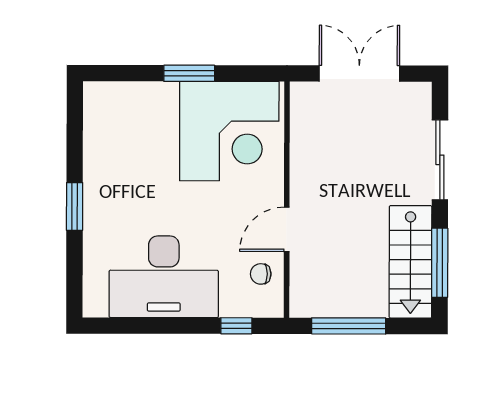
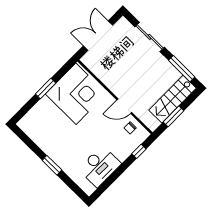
door: (287, 229) -> (124, 106), hinge flipped
stairs: (410, 262) -> (173, 99), moved, turned 90
desk: (164, 277) -> (100, 166), width x0.73, depth x0.77
window: (349, 326) -> (173, 116), width x0.69

